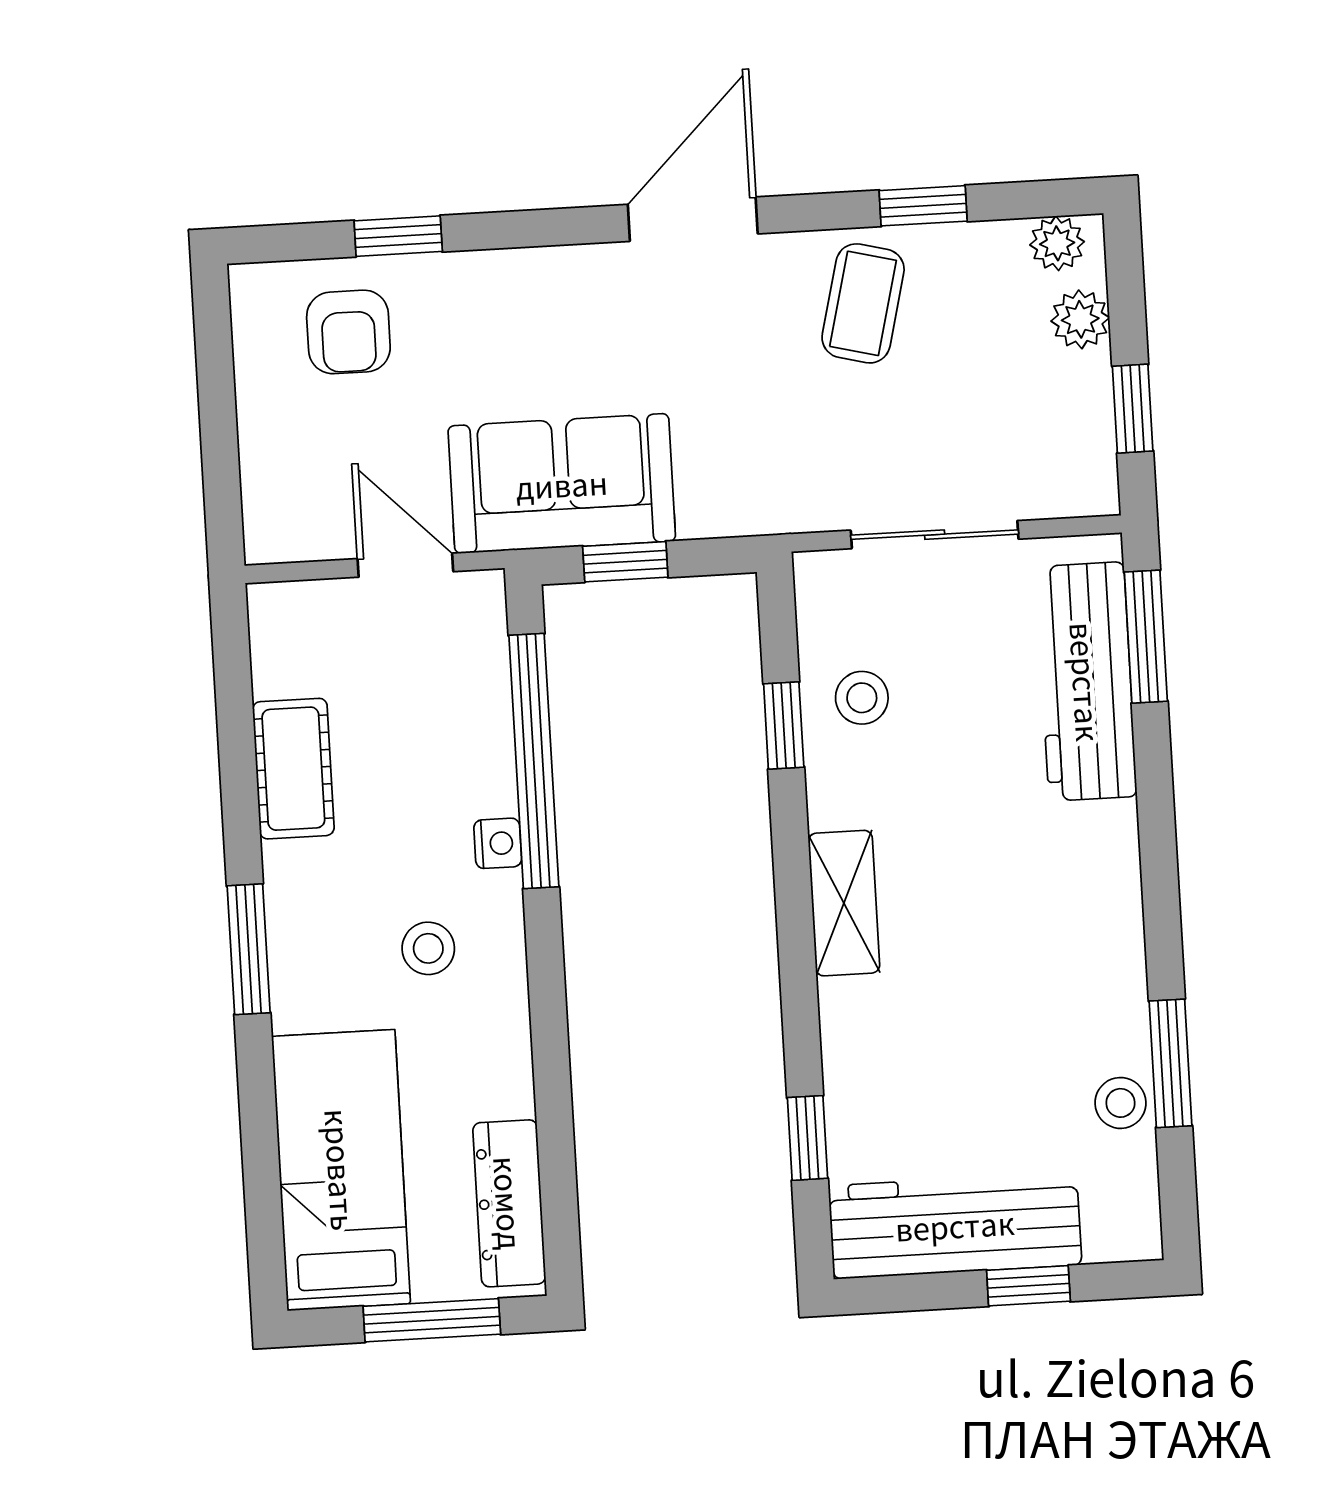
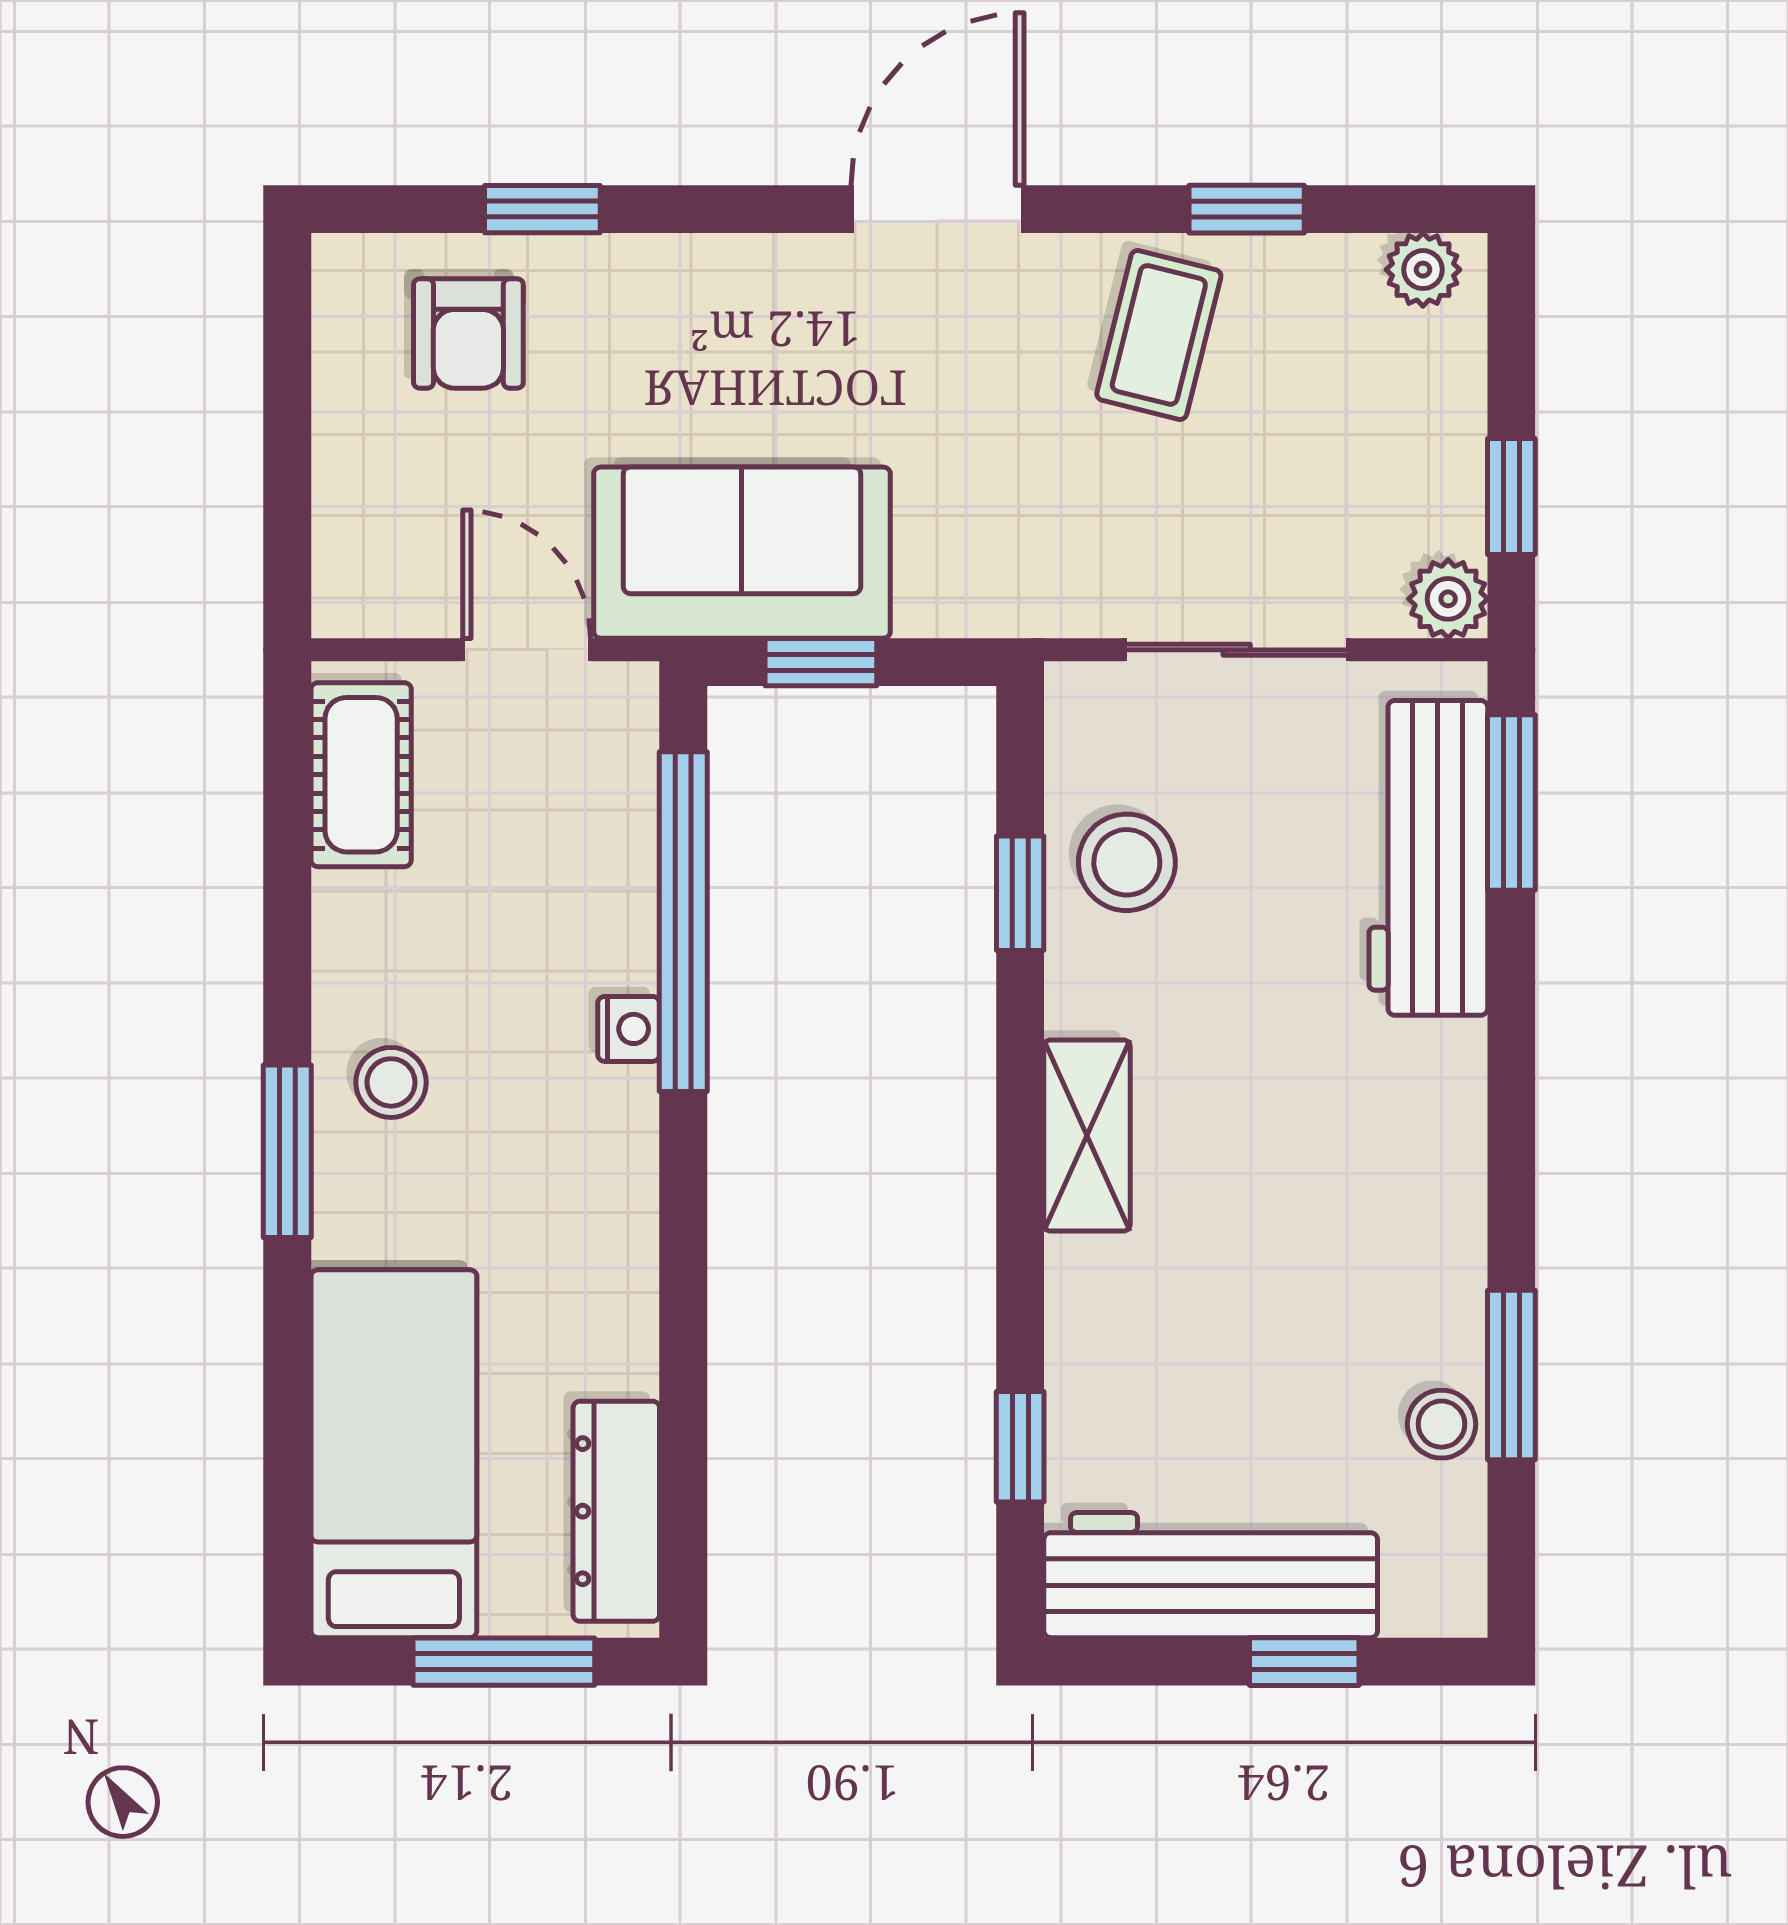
plant: (1080, 319) -> (1448, 599), moved
stool: (862, 698) -> (1127, 862), width x1.37, depth x1.37
cot: (293, 769) -> (361, 775), moved
stool: (428, 948) -> (391, 1082), moved

